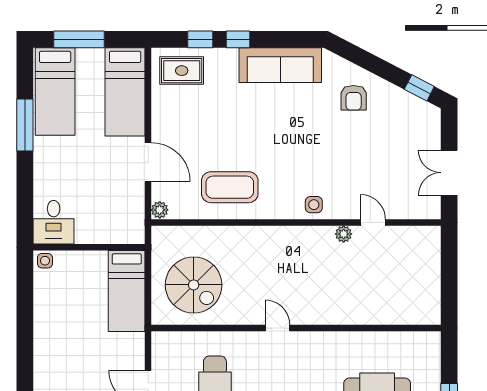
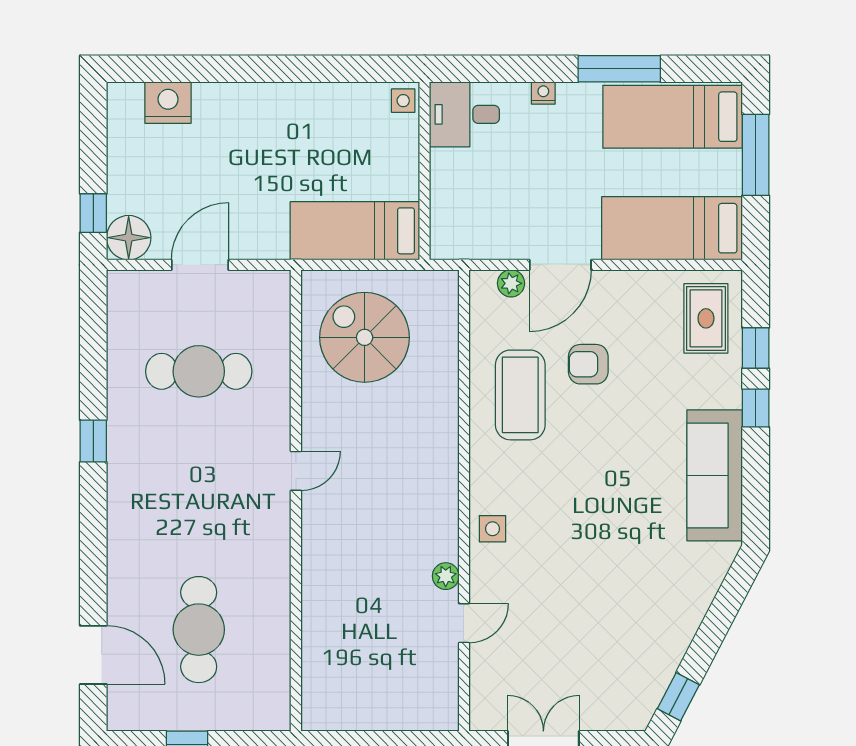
armchair: (354, 98) -> (588, 364), moved
nightstand: (40, 173) -> (543, 93), added
plant: (160, 210) -> (511, 283), moved
spiral stairs: (194, 285) -> (365, 337), turned 90

